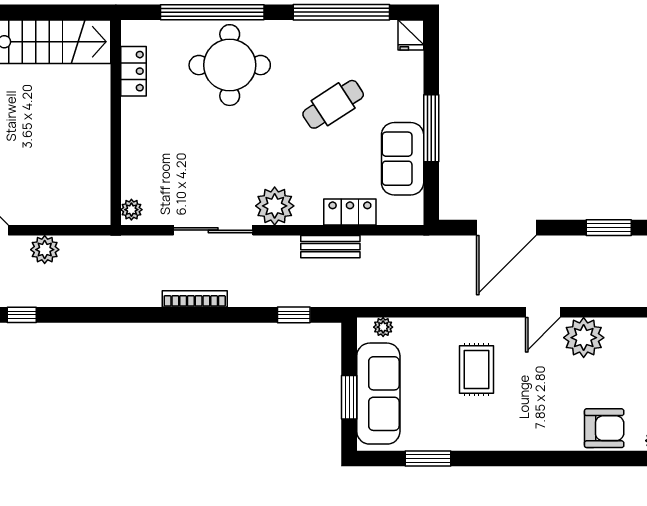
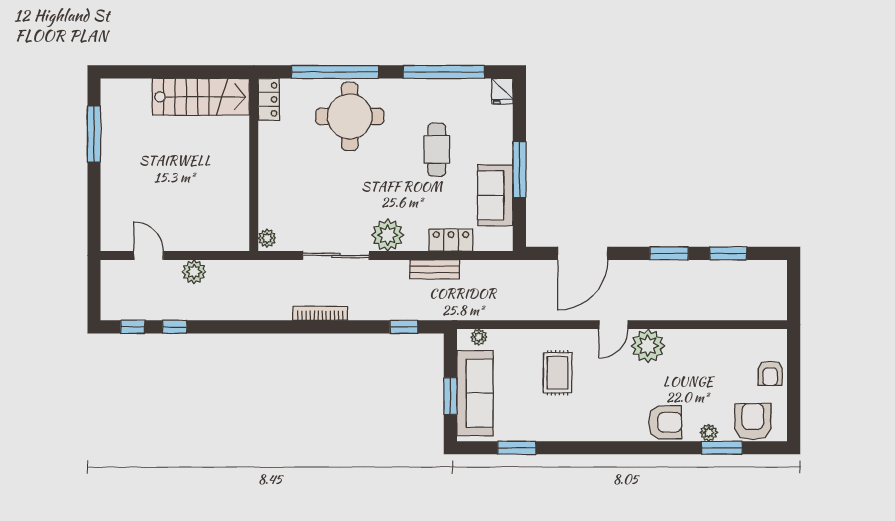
locker: (133, 71) -> (269, 99), moved
cafe table: (333, 104) -> (437, 150), turned -57

